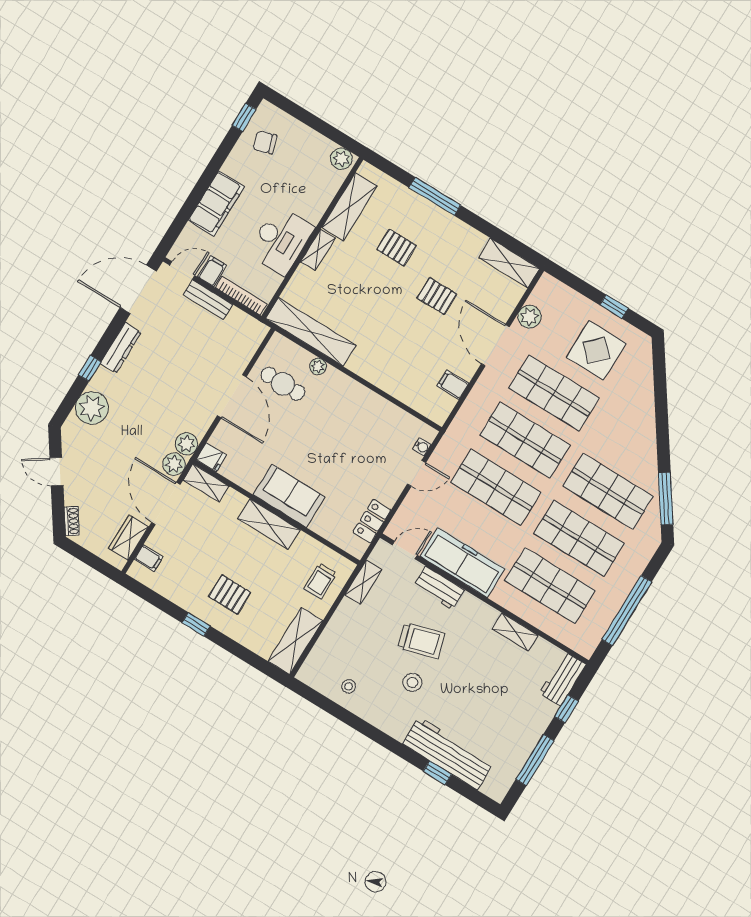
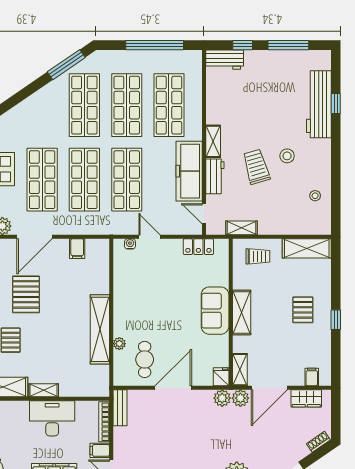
pallet: (437, 296) -> (26, 294), width x1.50, depth x1.42
bench: (208, 300) -> (120, 408), moved
shelving: (311, 332) -> (100, 329), moved
shelving: (515, 632) -> (213, 141), moved

